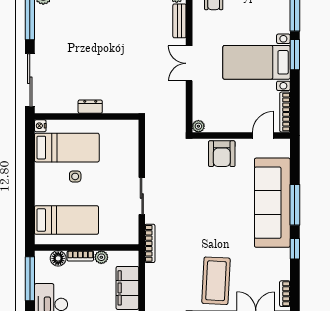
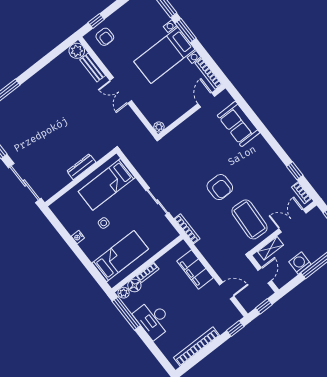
dresser: (90, 107) -> (81, 167), width x1.44
nightstand: (40, 126) -> (78, 237), moved
bed: (67, 148) -> (107, 184), moved, turned 180
armchair: (222, 154) -> (220, 187), moved
sofa: (272, 203) -> (239, 124), width x0.54, depth x0.79
window: (295, 205) -> (262, 129), removed
window: (295, 249) -> (295, 171), moved
plant: (101, 257) -> (124, 293), moved

